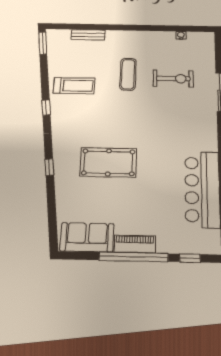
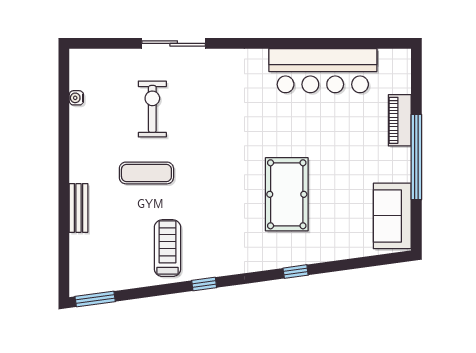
bench: (88, 35) -> (79, 208), moved
piano: (135, 244) -> (400, 120), moved
window: (190, 258) -> (416, 88), removed

